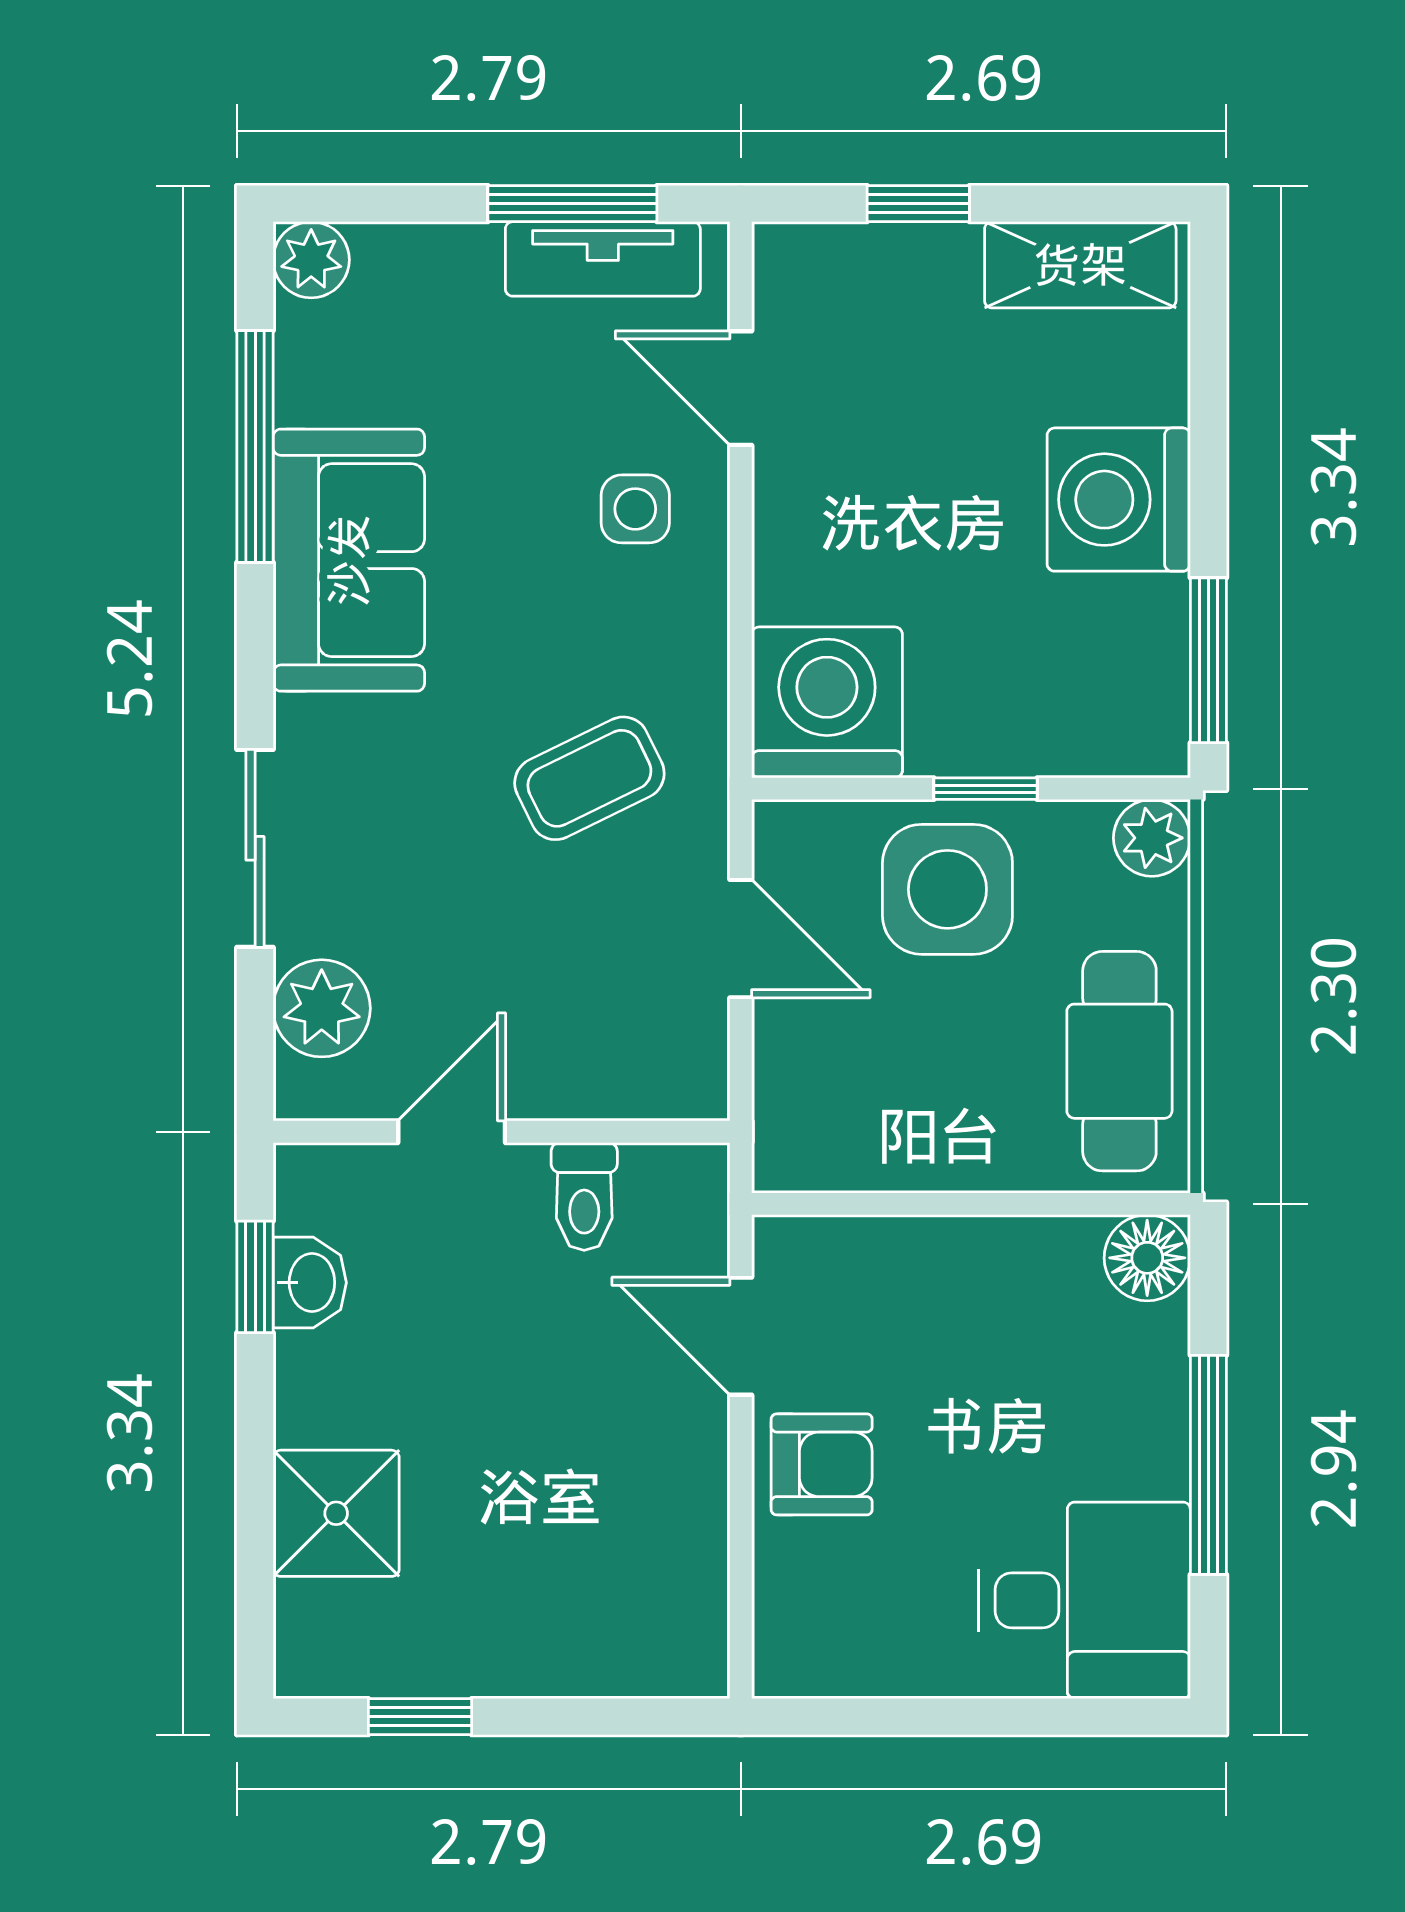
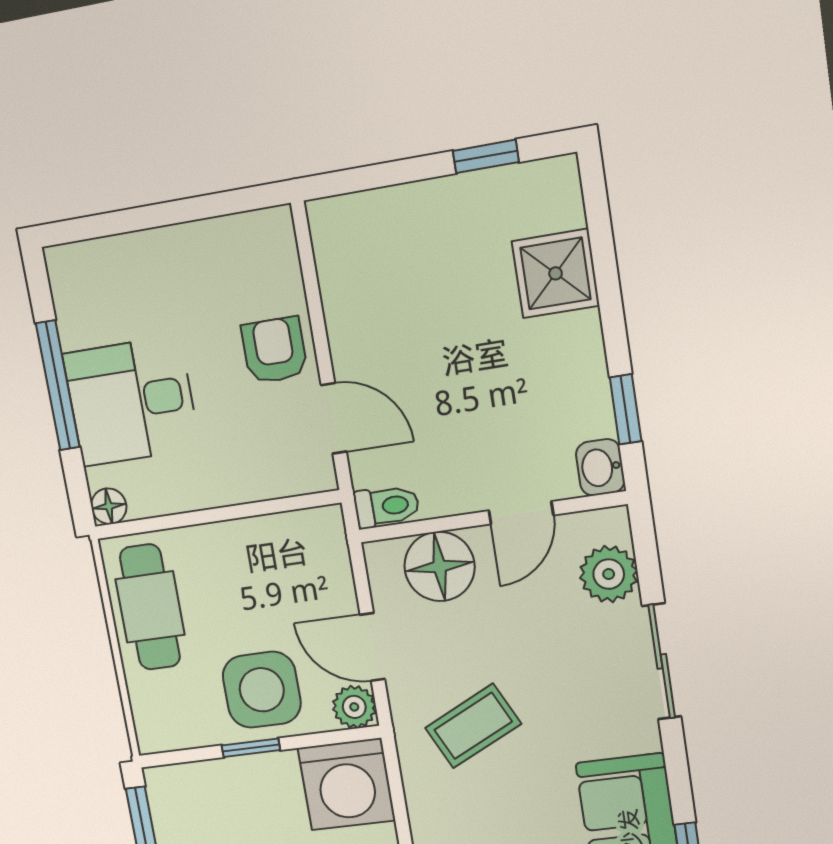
plant: (1152, 838) -> (354, 707), moved
floor lamp: (603, 1061) -> (440, 566), added
toilet: (584, 1196) -> (387, 506), moved, turned 90
floor lamp: (1147, 1258) -> (109, 506), width x0.73, depth x0.73
washbasin: (310, 1283) -> (600, 467), moved
armchair: (822, 1464) -> (274, 350), turned 90
desk: (1084, 1600) -> (131, 401), moved

